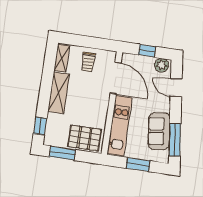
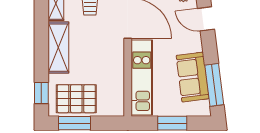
pallet: (84, 138) -> (76, 99), moved

